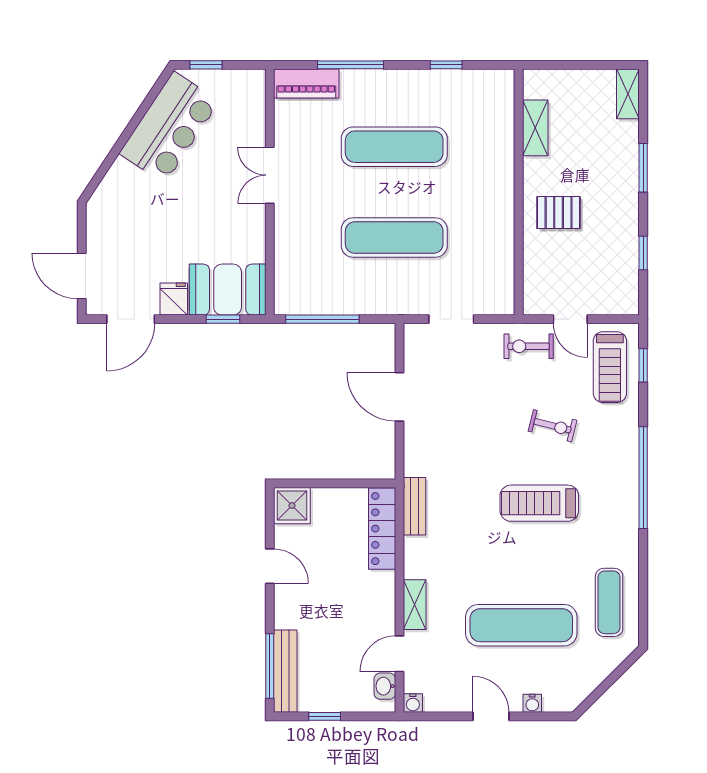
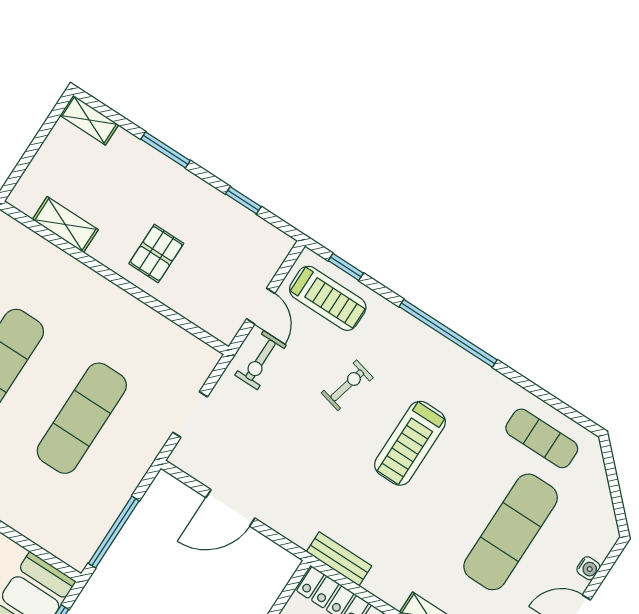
door: (570, 319) -> (261, 306), hinge flipped

